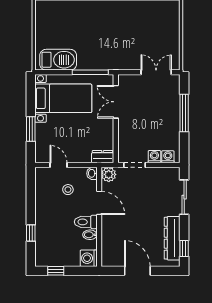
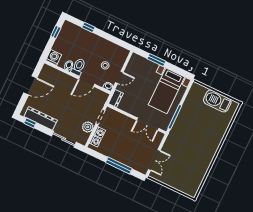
barbecue: (58, 60) -> (217, 101), moved, turned 90
double door: (116, 102) -> (148, 124), swing flipped
door: (58, 165) -> (119, 77), moved
plant: (109, 174) -> (88, 127), moved

